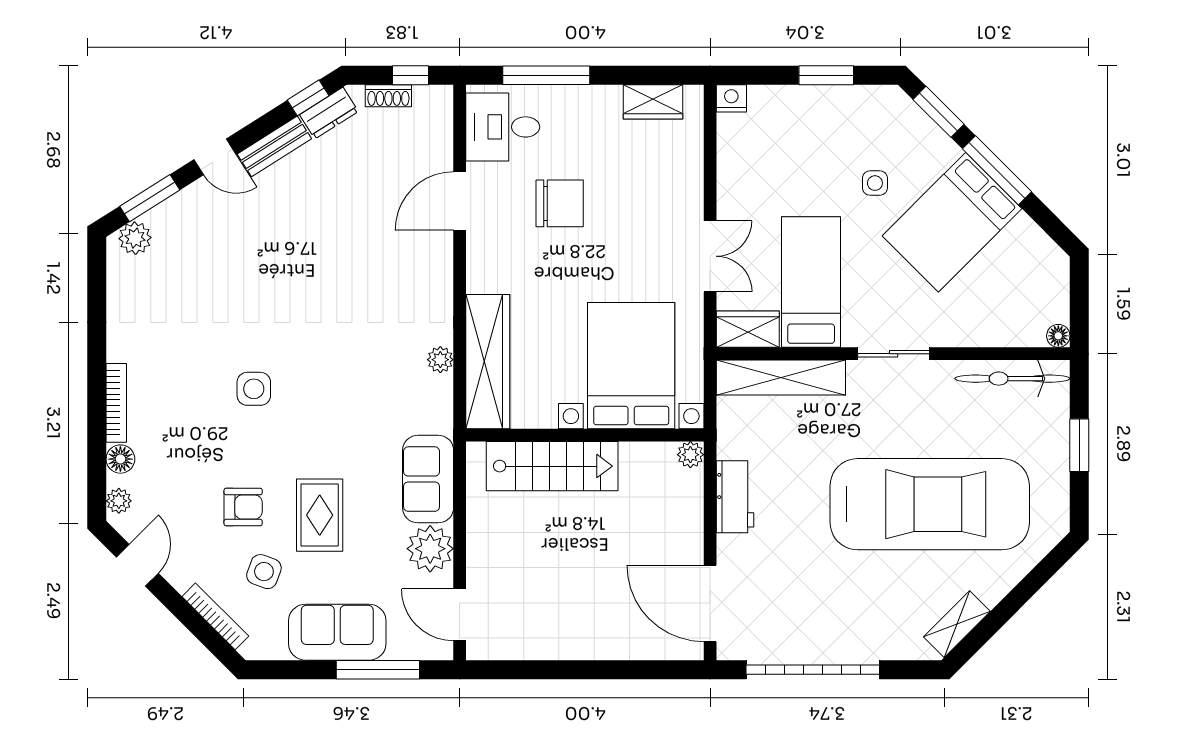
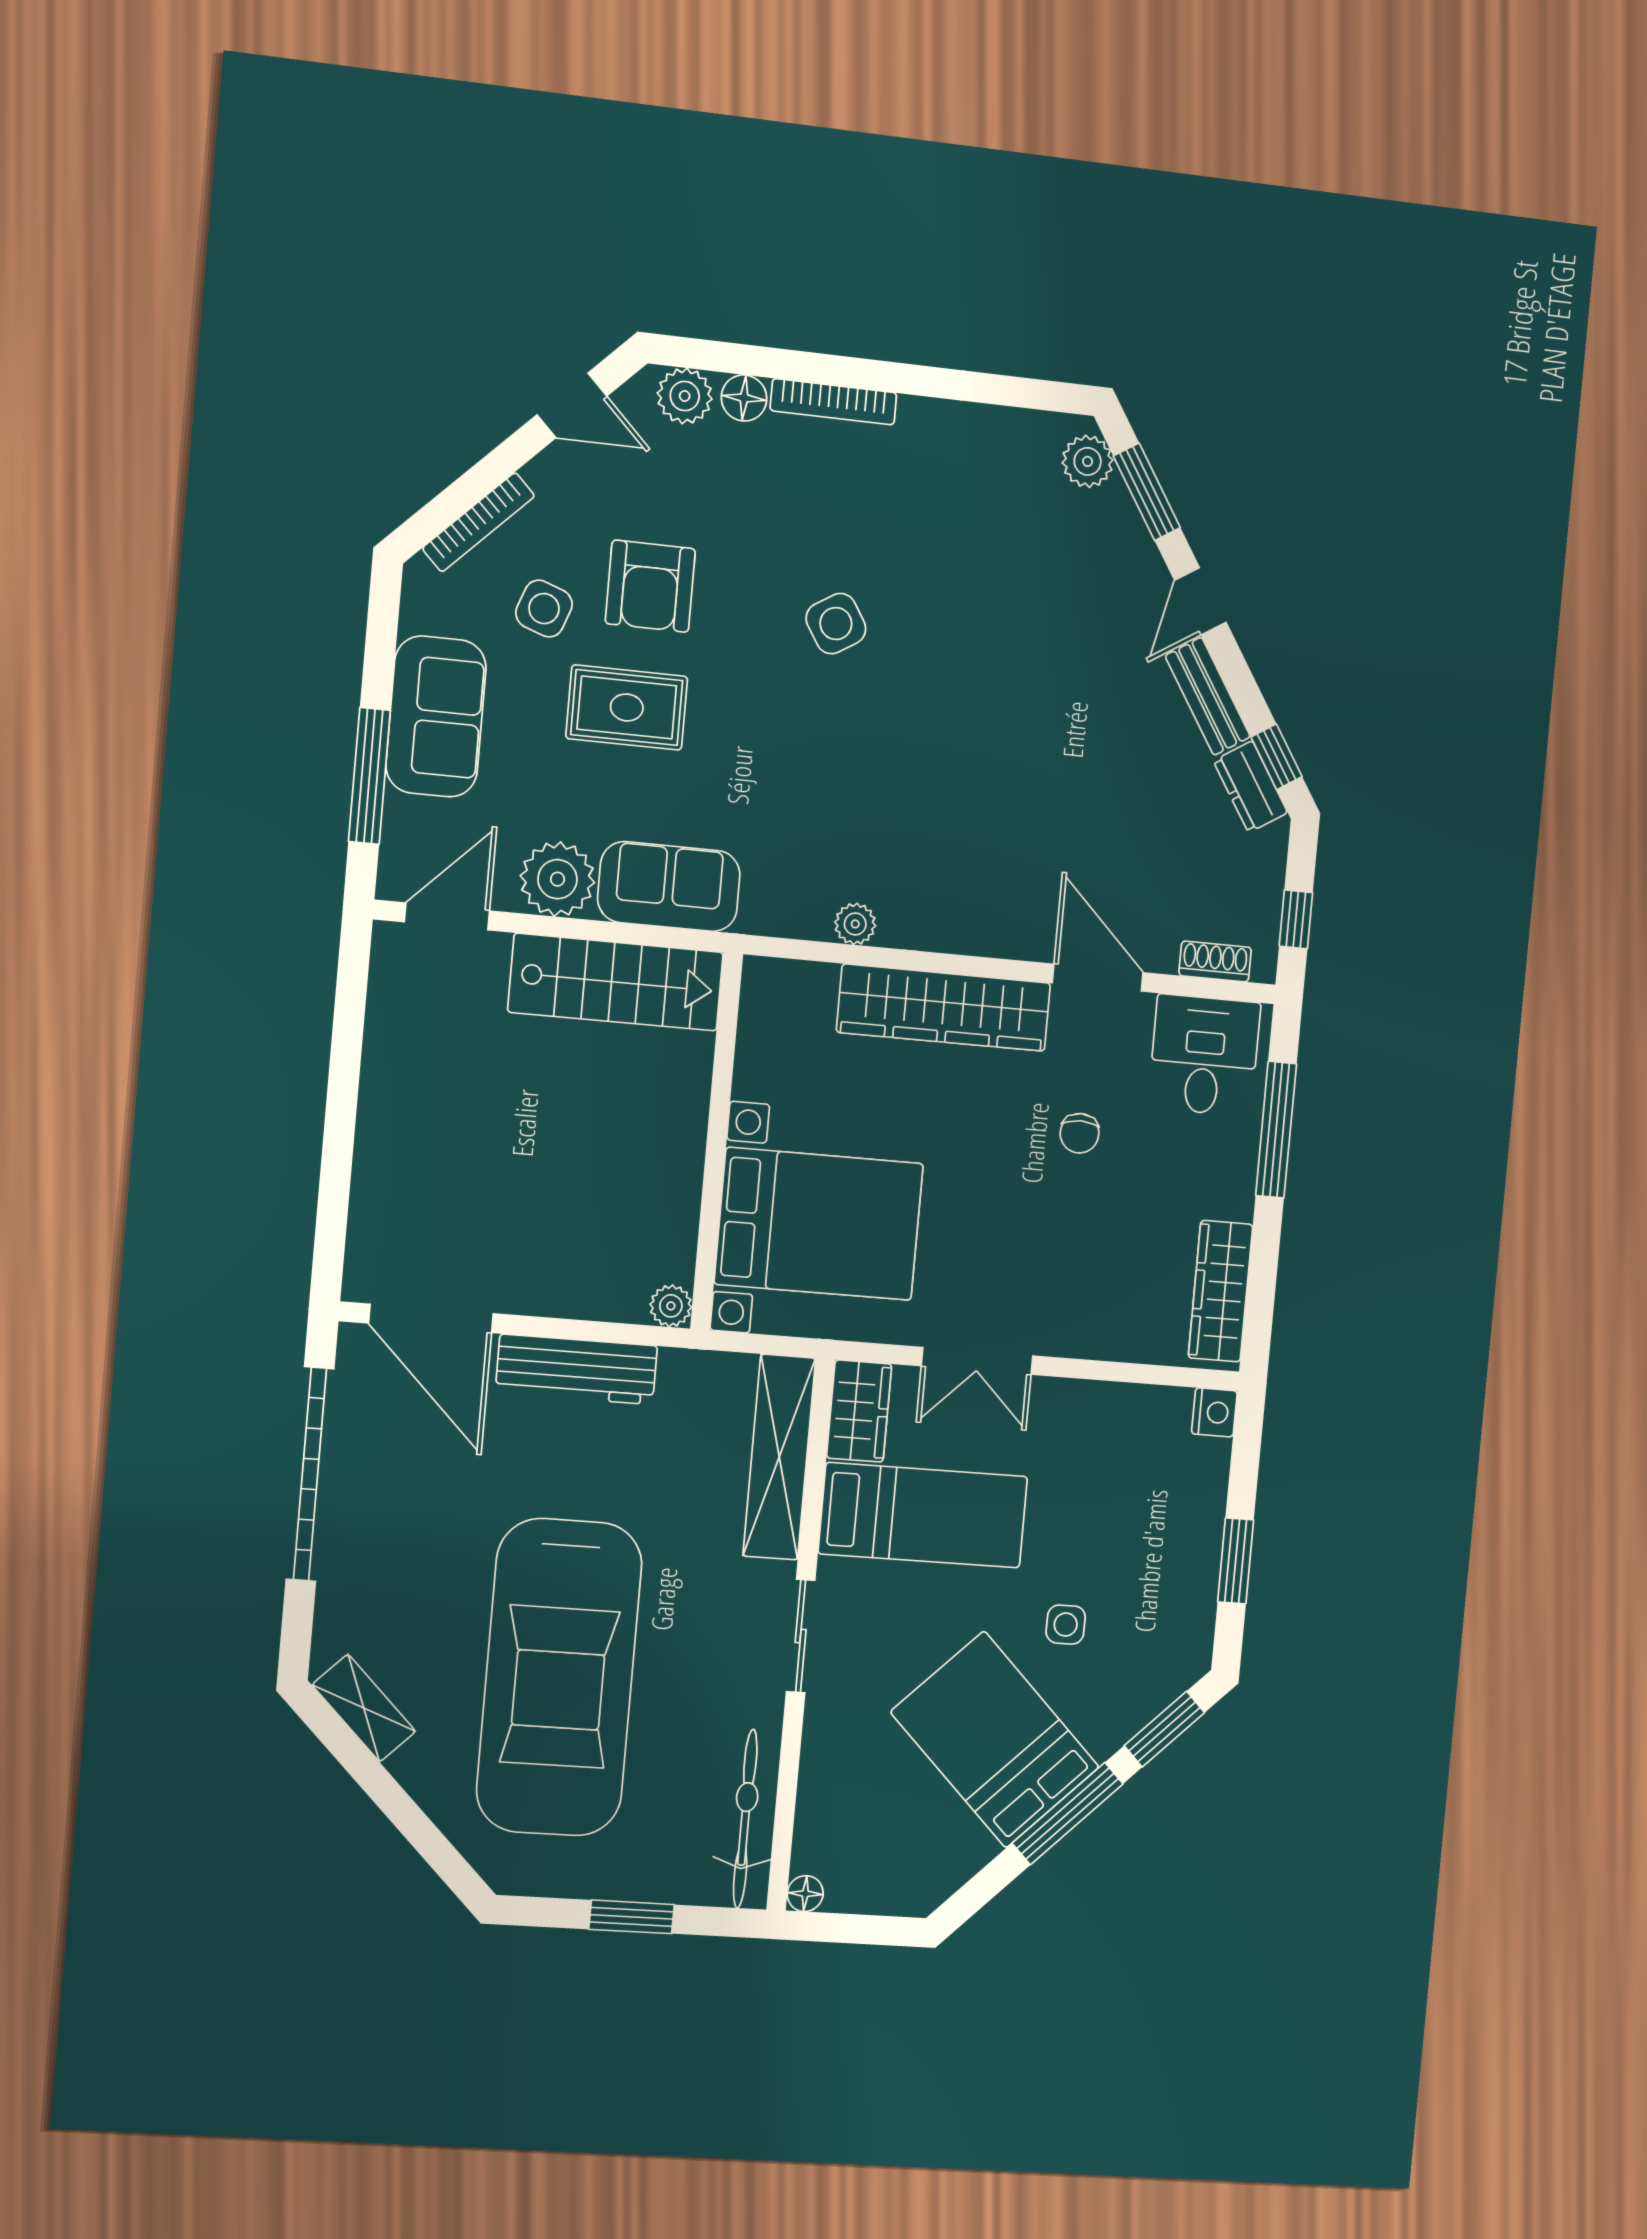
shoe rack: (388, 96) -> (1215, 962), moved, turned 90
wardrobe: (653, 102) -> (1221, 1291), width x1.50
chair: (560, 203) -> (1080, 1133), width x0.54, depth x0.54
wardrobe: (488, 362) -> (944, 1008), moved
side table: (254, 389) -> (836, 624), turned -32
stairs: (552, 466) -> (616, 982), moved, turned -90
workbench: (735, 497) -> (576, 1369), width x1.38
plant: (119, 501) -> (685, 396), width x1.38, depth x1.38
armchair: (243, 507) -> (650, 586), width x1.38, depth x1.38
door: (710, 603) -> (431, 1318), swing flipped

